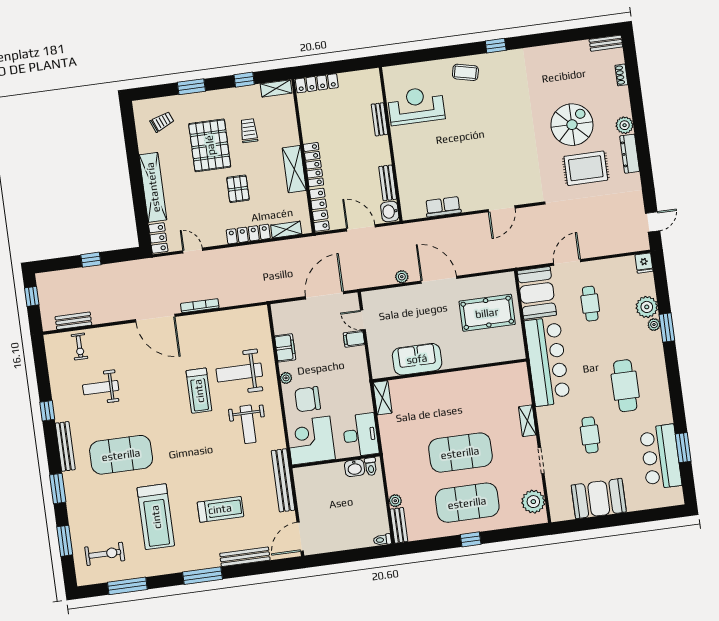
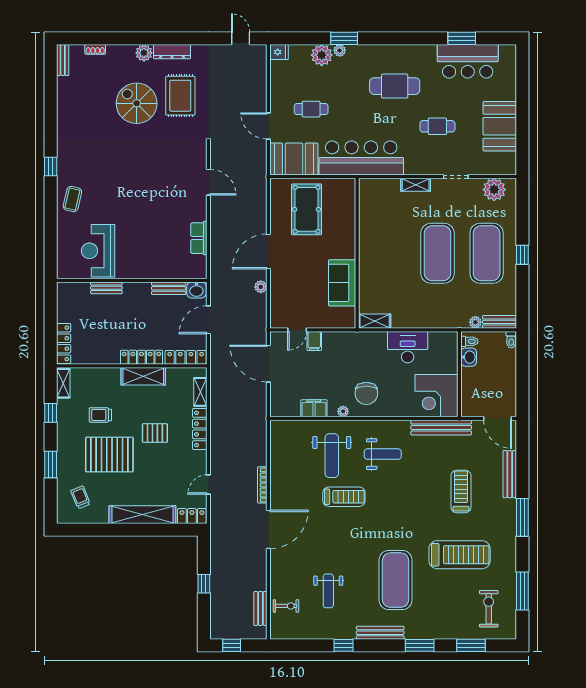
corner desk: (311, 440) -> (436, 396), moved
wall: (336, 461) -> (459, 374), moved
toilet: (371, 467) -> (469, 341), moved
washbasin: (355, 468) -> (469, 357), moved

